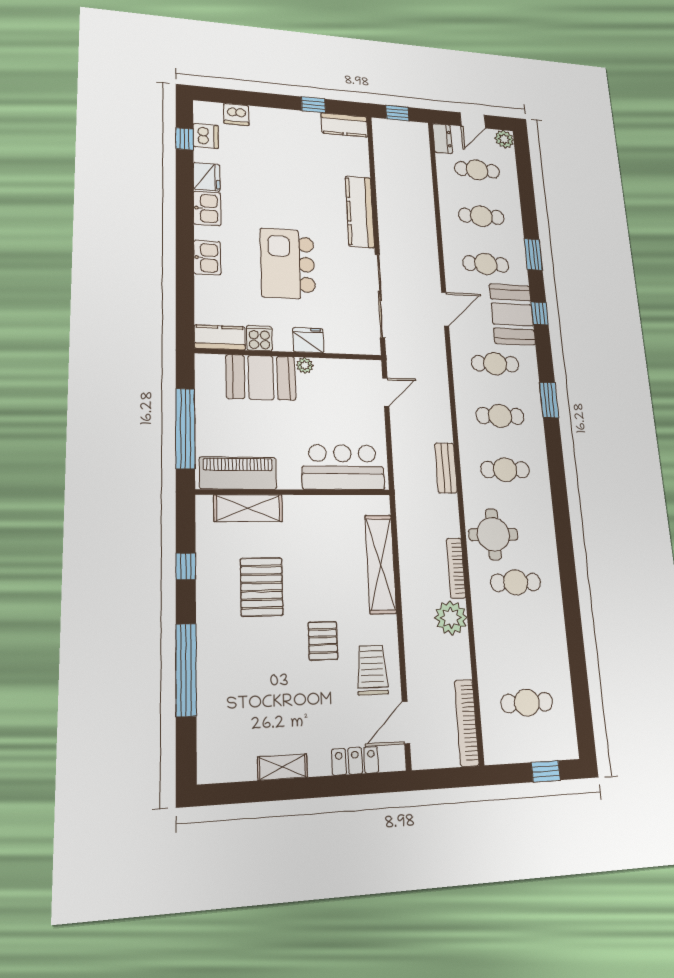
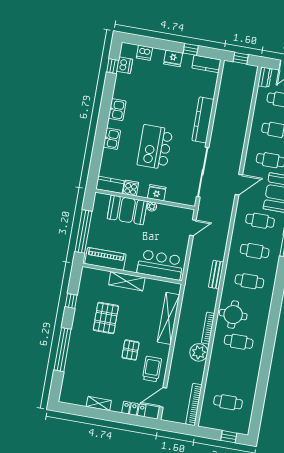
fridge: (207, 177) -> (173, 58), moved, turned 90
shelving: (248, 508) -> (127, 281), moved

